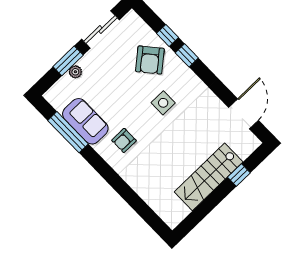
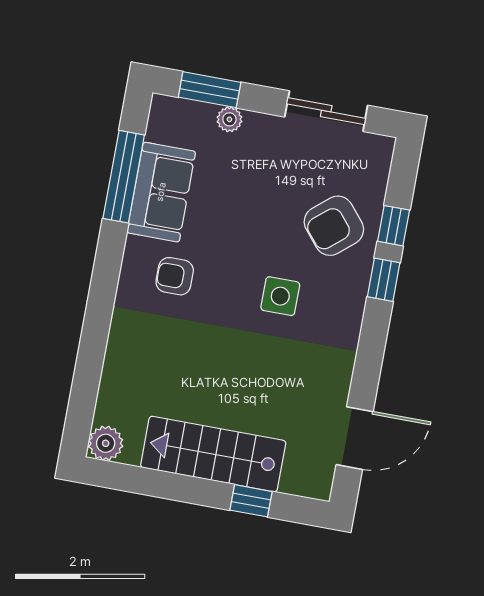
window: (68, 61) -> (210, 90), moved
plant: (172, 218) -> (106, 443), added

